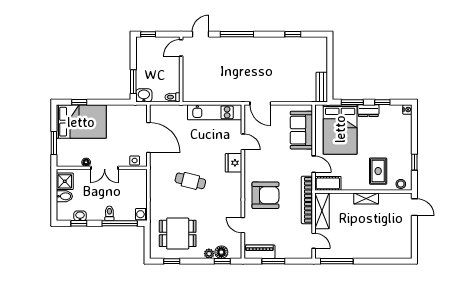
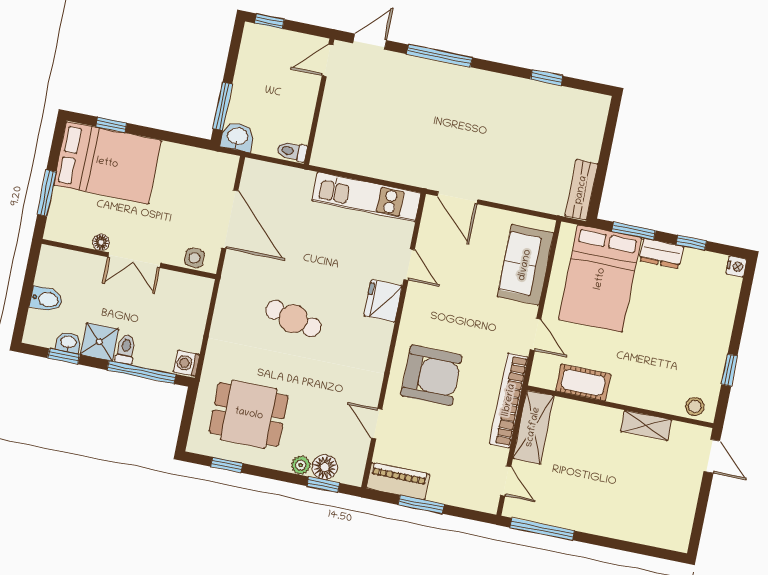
rug: (378, 171) -> (656, 373), removed
shower: (65, 181) -> (99, 342), moved
cot: (328, 183) -> (583, 382), moved
shelving: (366, 199) -> (646, 426), moved

